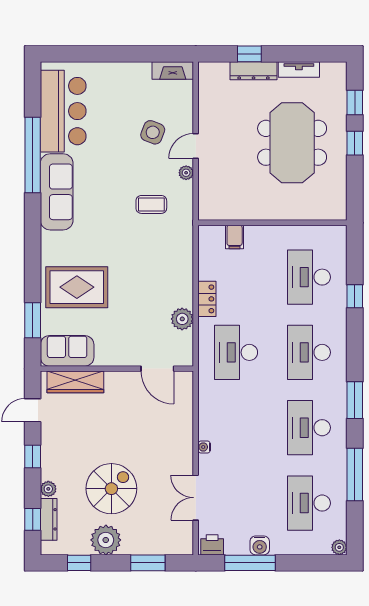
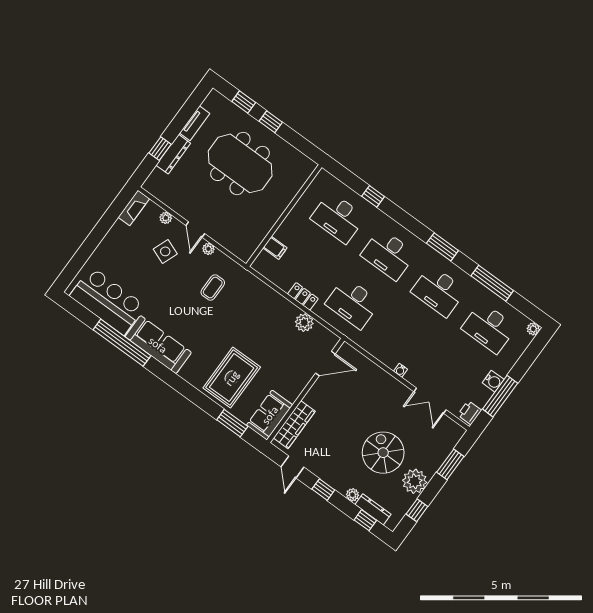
plant: (186, 109) -> (166, 218), added

